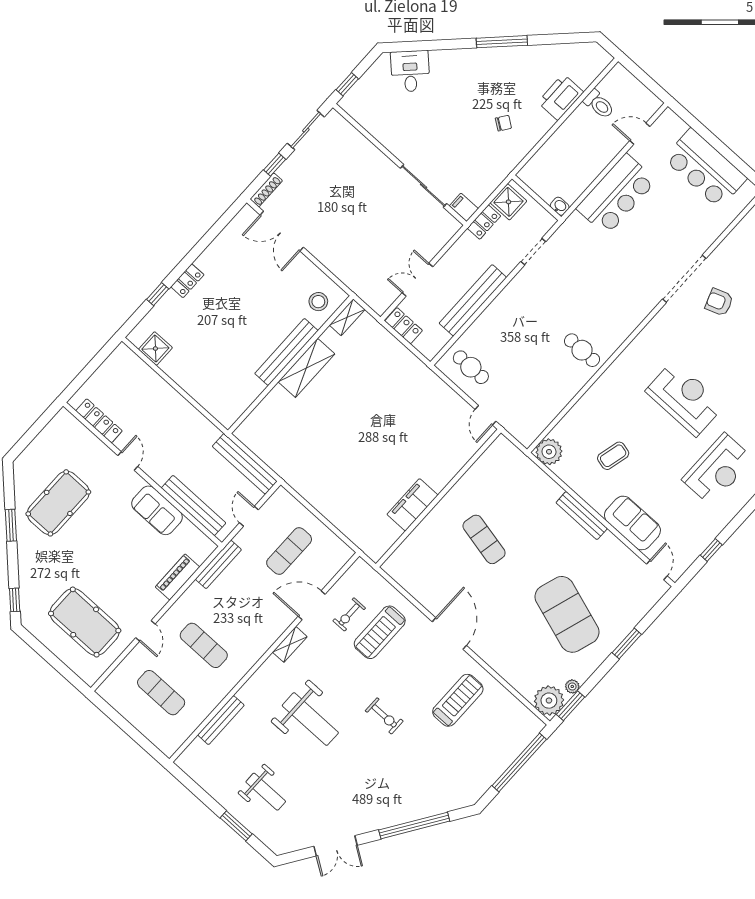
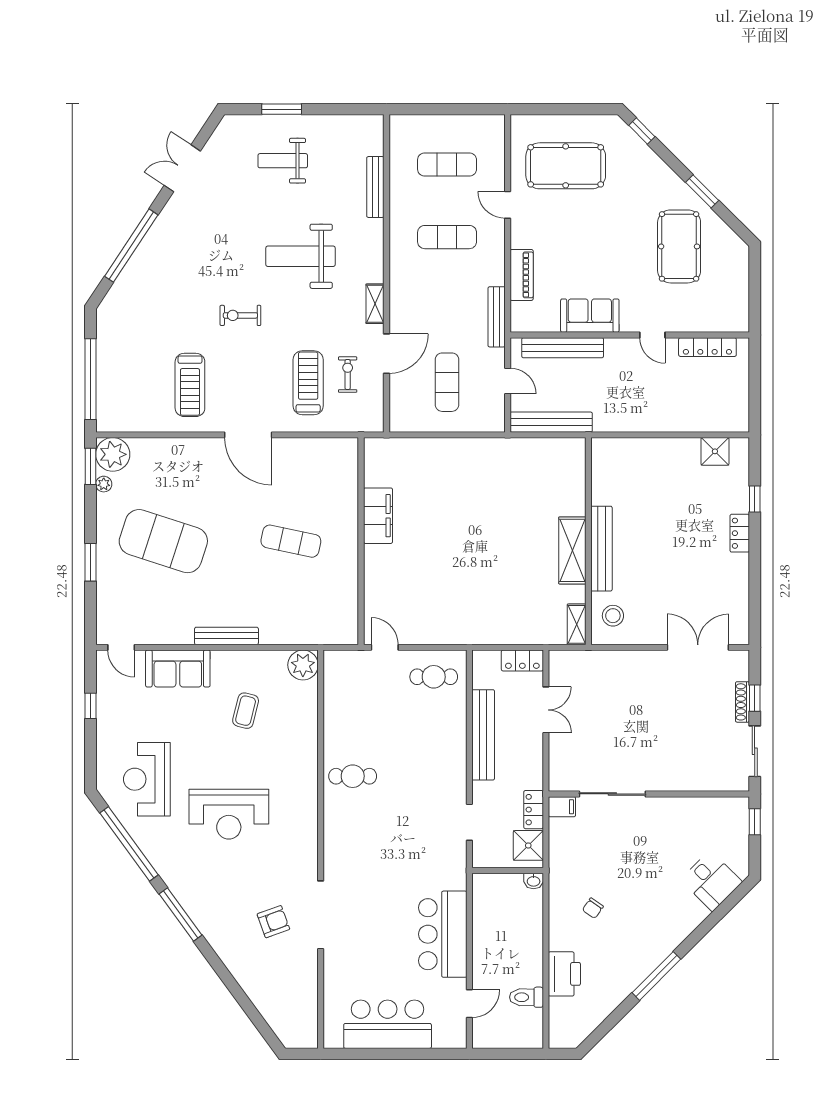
shoe rack: (266, 190) -> (742, 702), moved
washbasin: (560, 206) -> (534, 881), moved

